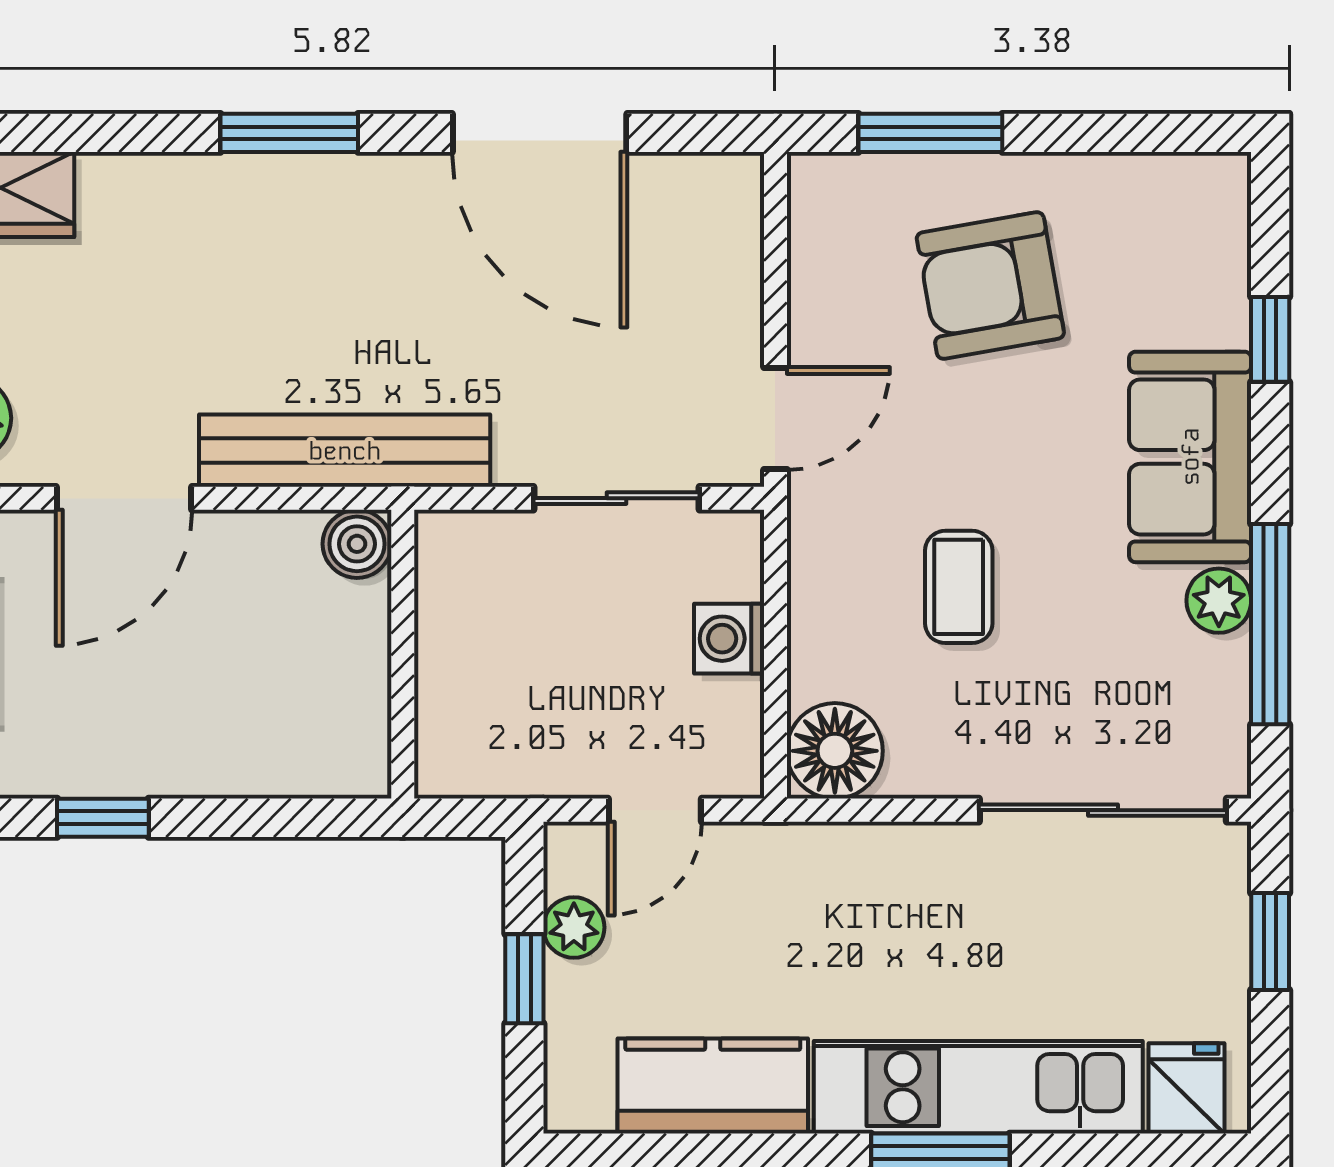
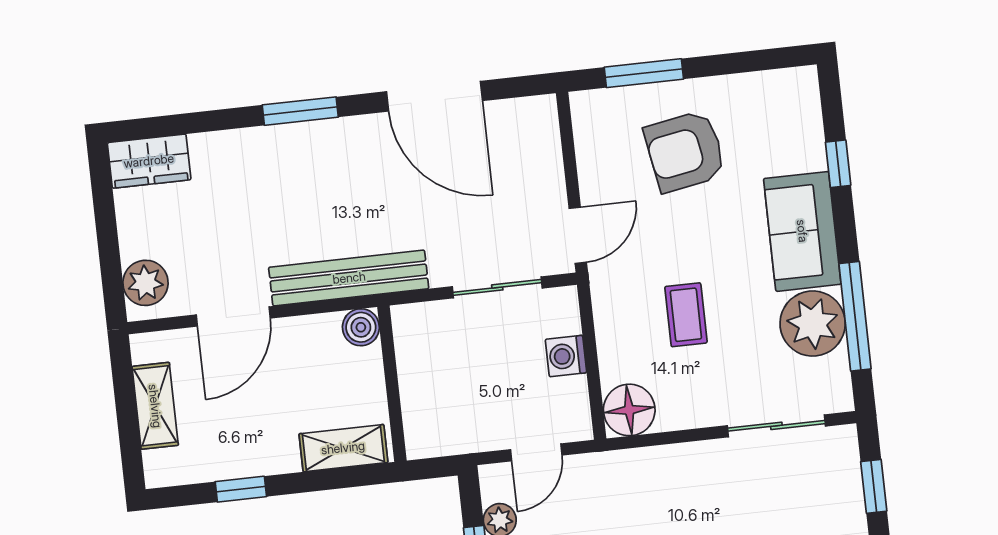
plant: (1219, 601) -> (813, 324), width x1.88, depth x1.88
shelving: (300, 763) -> (343, 448), added
sliding door: (1103, 810) -> (776, 426), width x0.73

